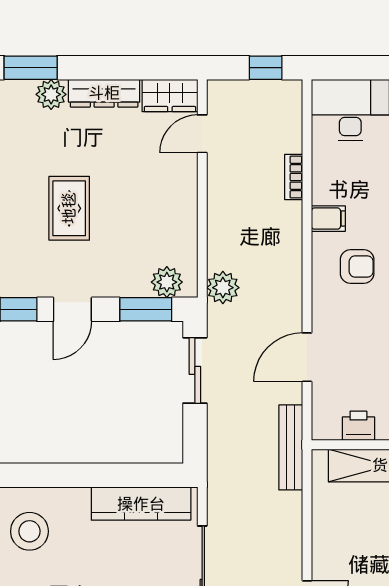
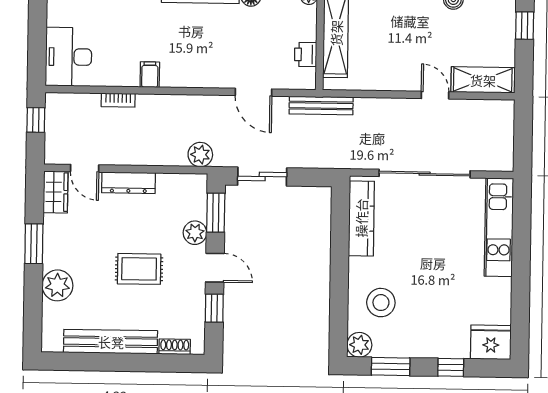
window: (31, 68) -> (34, 244), moved
dresser: (104, 93) -> (128, 183), moved, turned 90
plant: (51, 94) -> (57, 285), width x1.36, depth x1.36
armchair: (357, 267) -> (186, 54), removed
plant: (167, 282) -> (195, 233), moved

